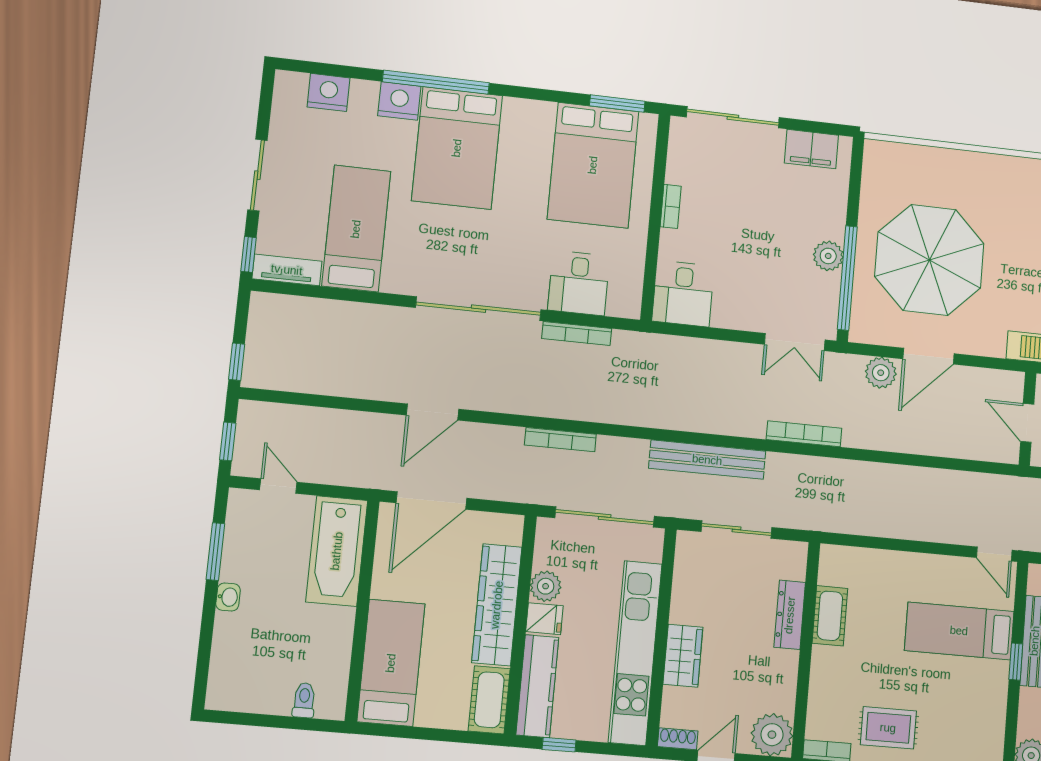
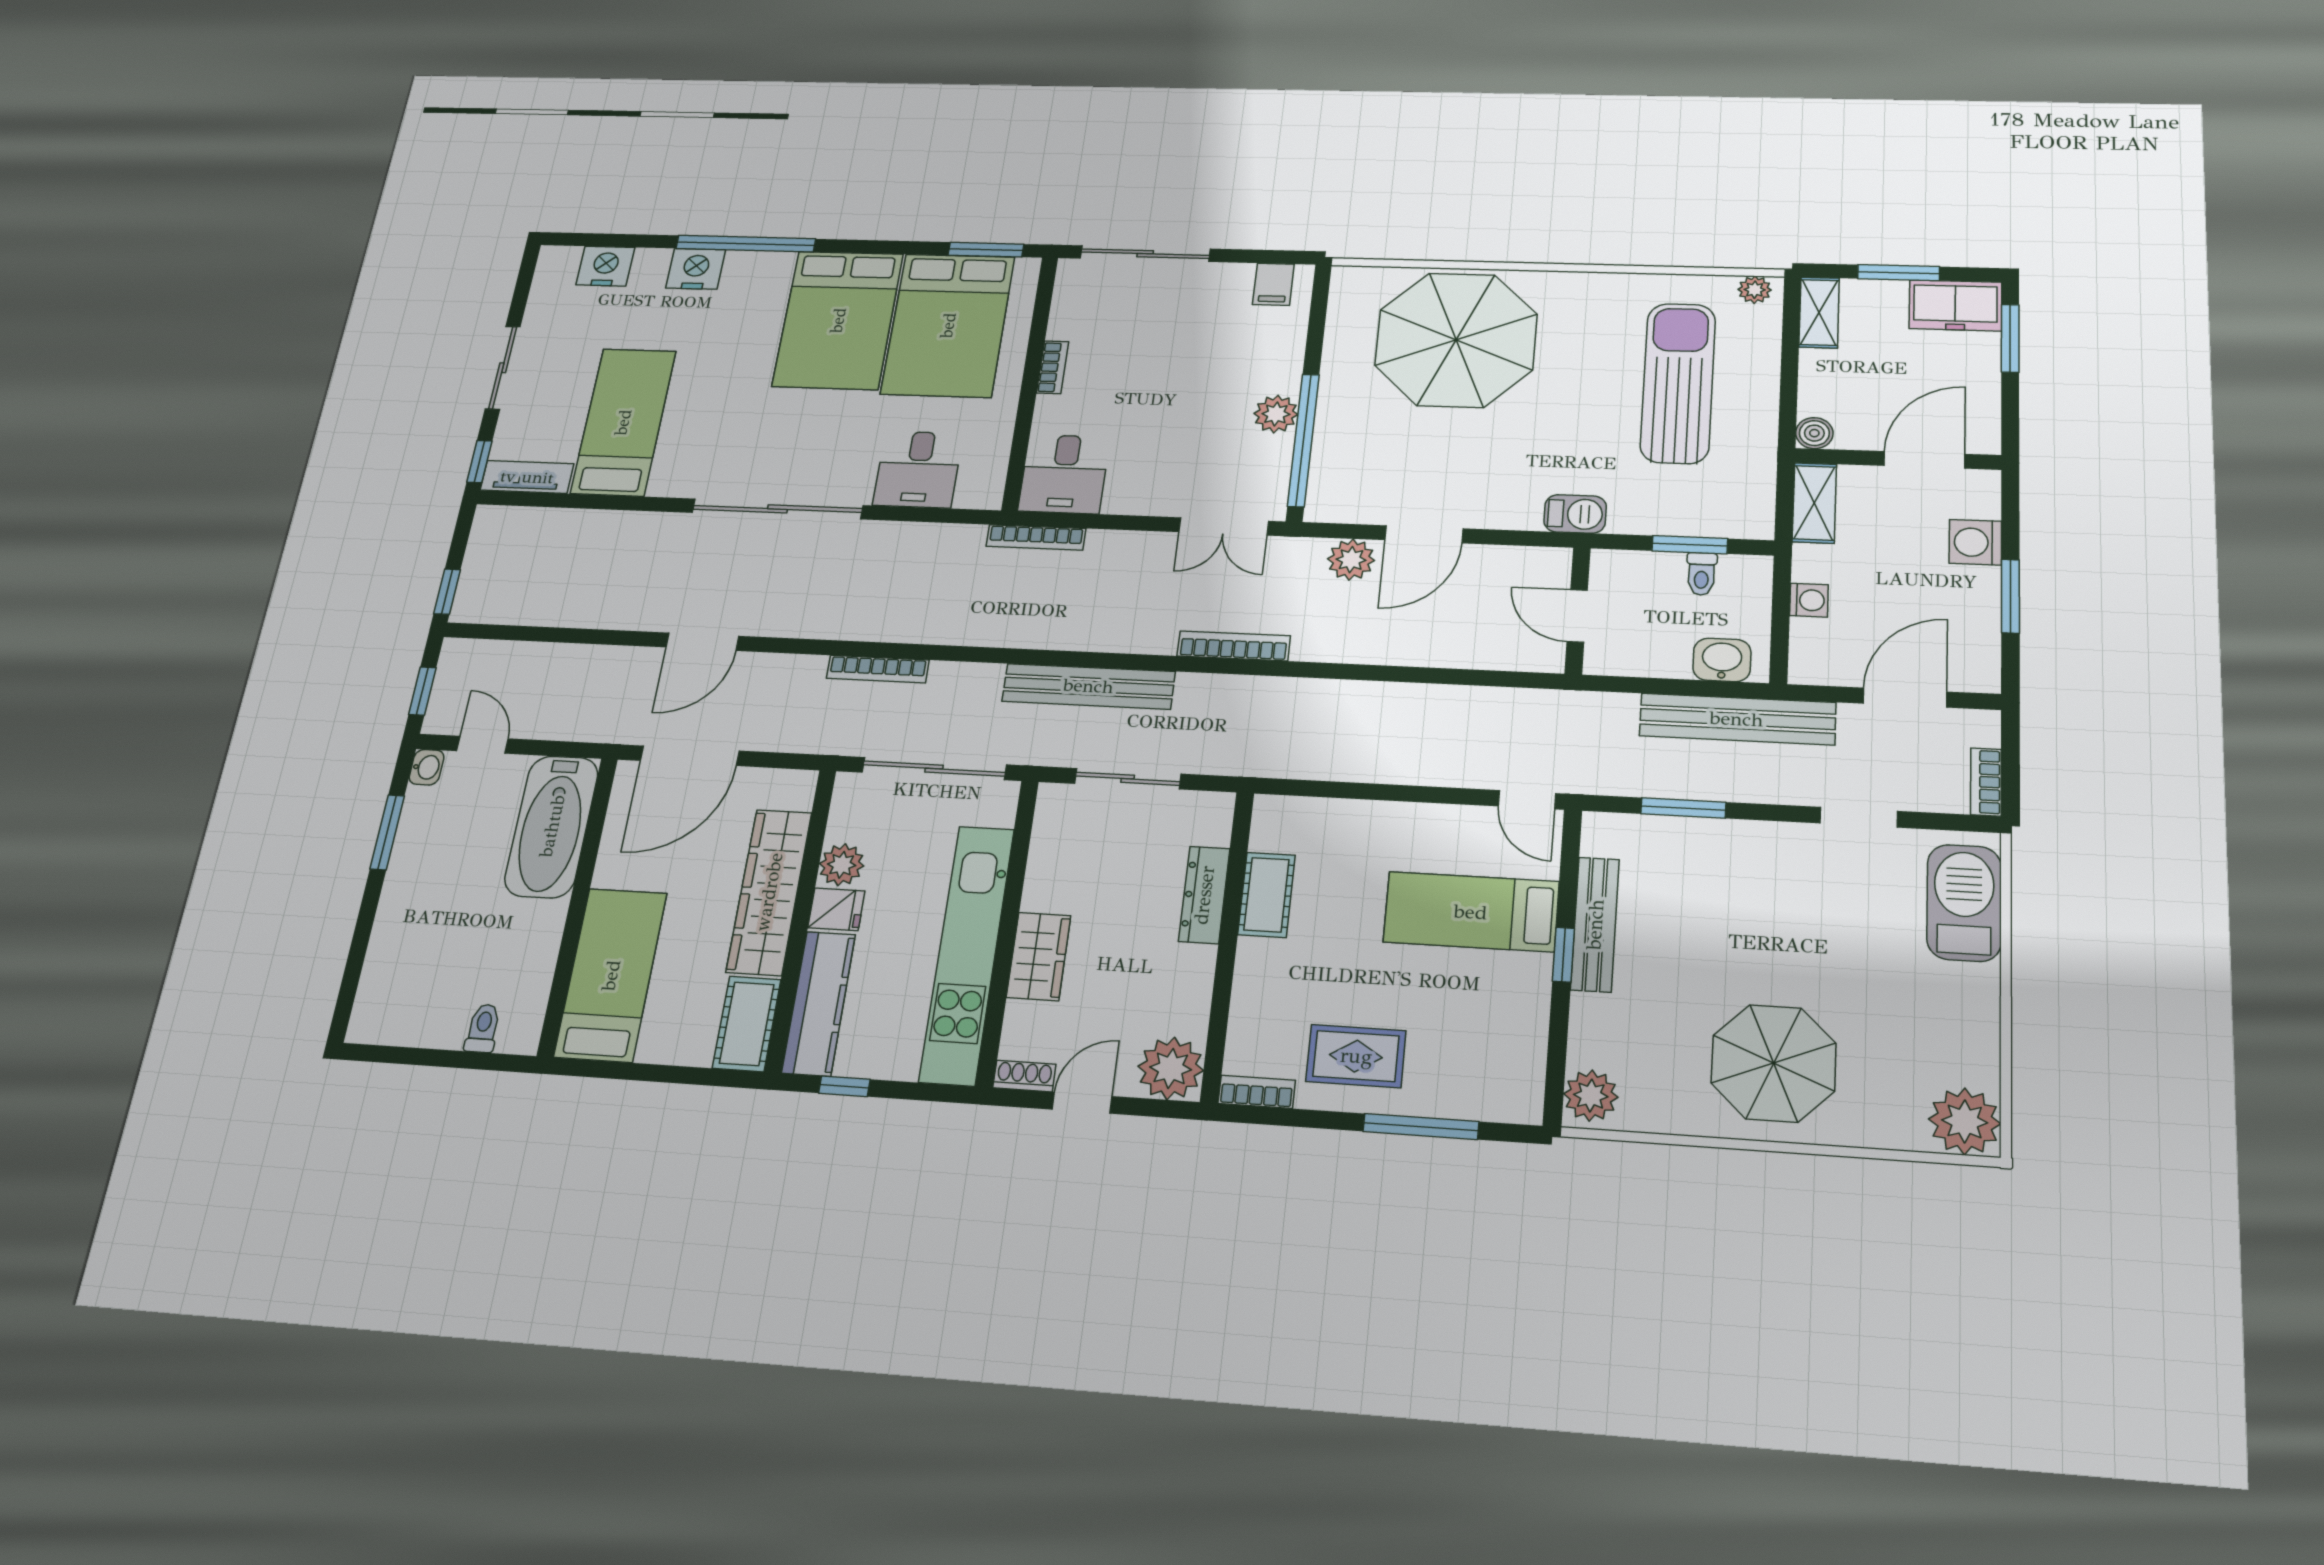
bed: (457, 148) -> (838, 320), moved
filing cabinet: (811, 149) -> (1273, 284), width x0.50
parasol: (929, 260) -> (1456, 340), moved
bookcase: (577, 334) -> (1036, 537), moved
washbasin: (228, 597) -> (427, 767), moved

